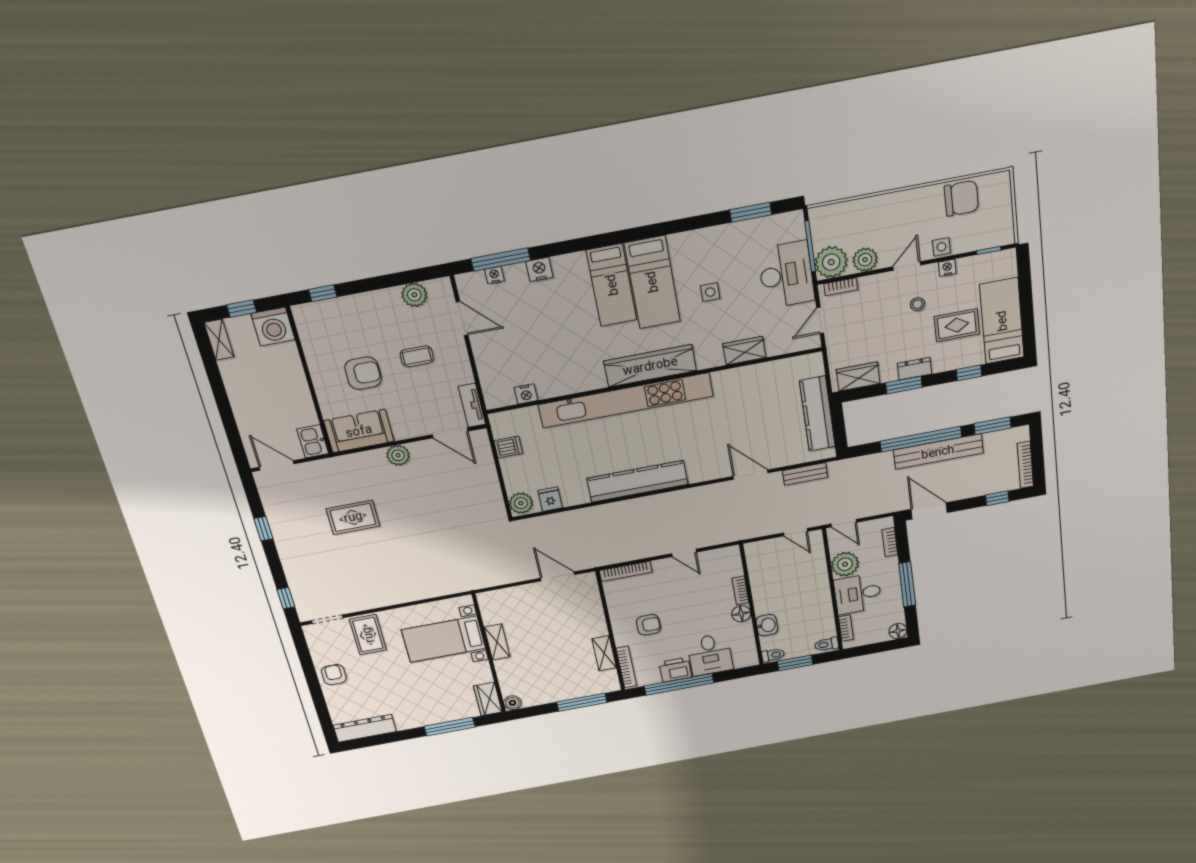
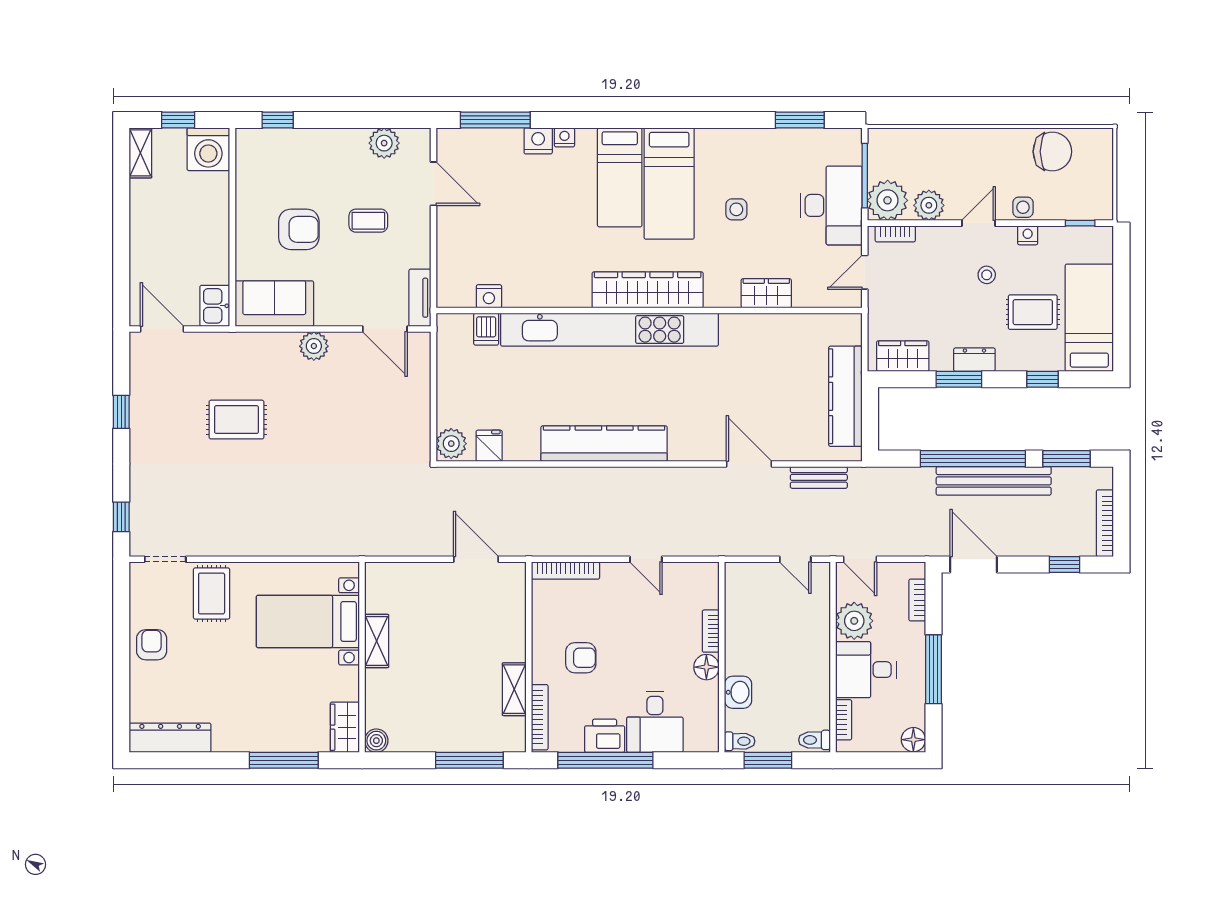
nightstand: (494, 275) -> (564, 137), moved
dishwasher: (508, 447) -> (486, 329), moved, turned 90

